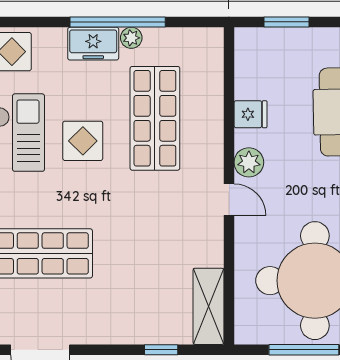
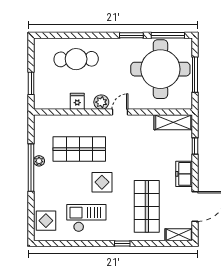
freezer: (93, 44) -> (184, 174), moved, turned 180
display table: (83, 141) -> (102, 182), moved

